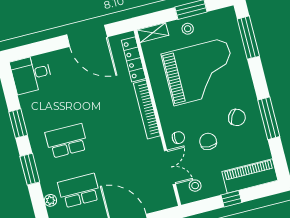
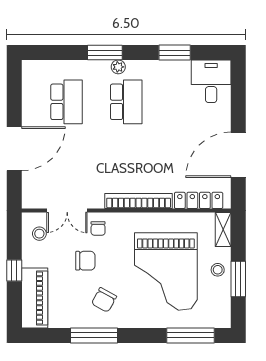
window: (18, 123) -> (175, 53), moved
plant: (50, 200) -> (118, 67), moved

